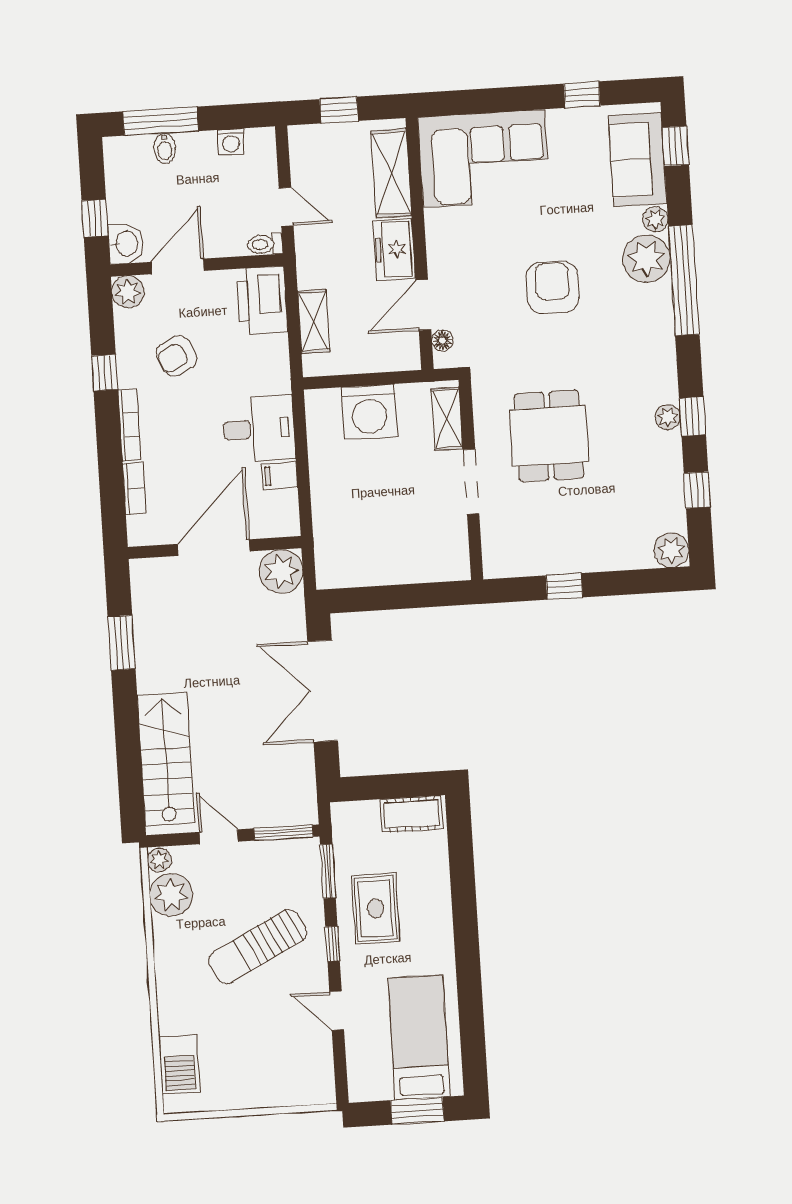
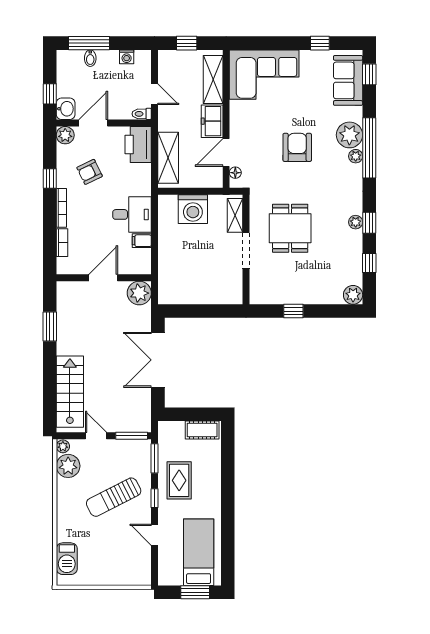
plant: (655, 219) -> (356, 156), moved
shelving: (314, 321) -> (168, 158), width x1.50, depth x1.33
door: (214, 548) -> (103, 278), width x0.73

